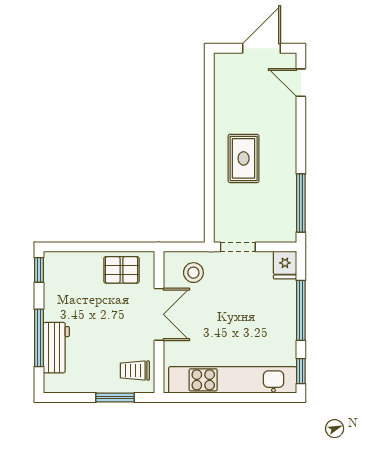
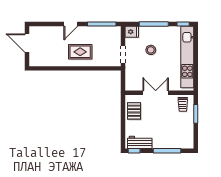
door: (301, 83) -> (71, 24), moved
stool: (193, 273) -> (151, 50), moved
workbench: (56, 348) -> (140, 142), moved

